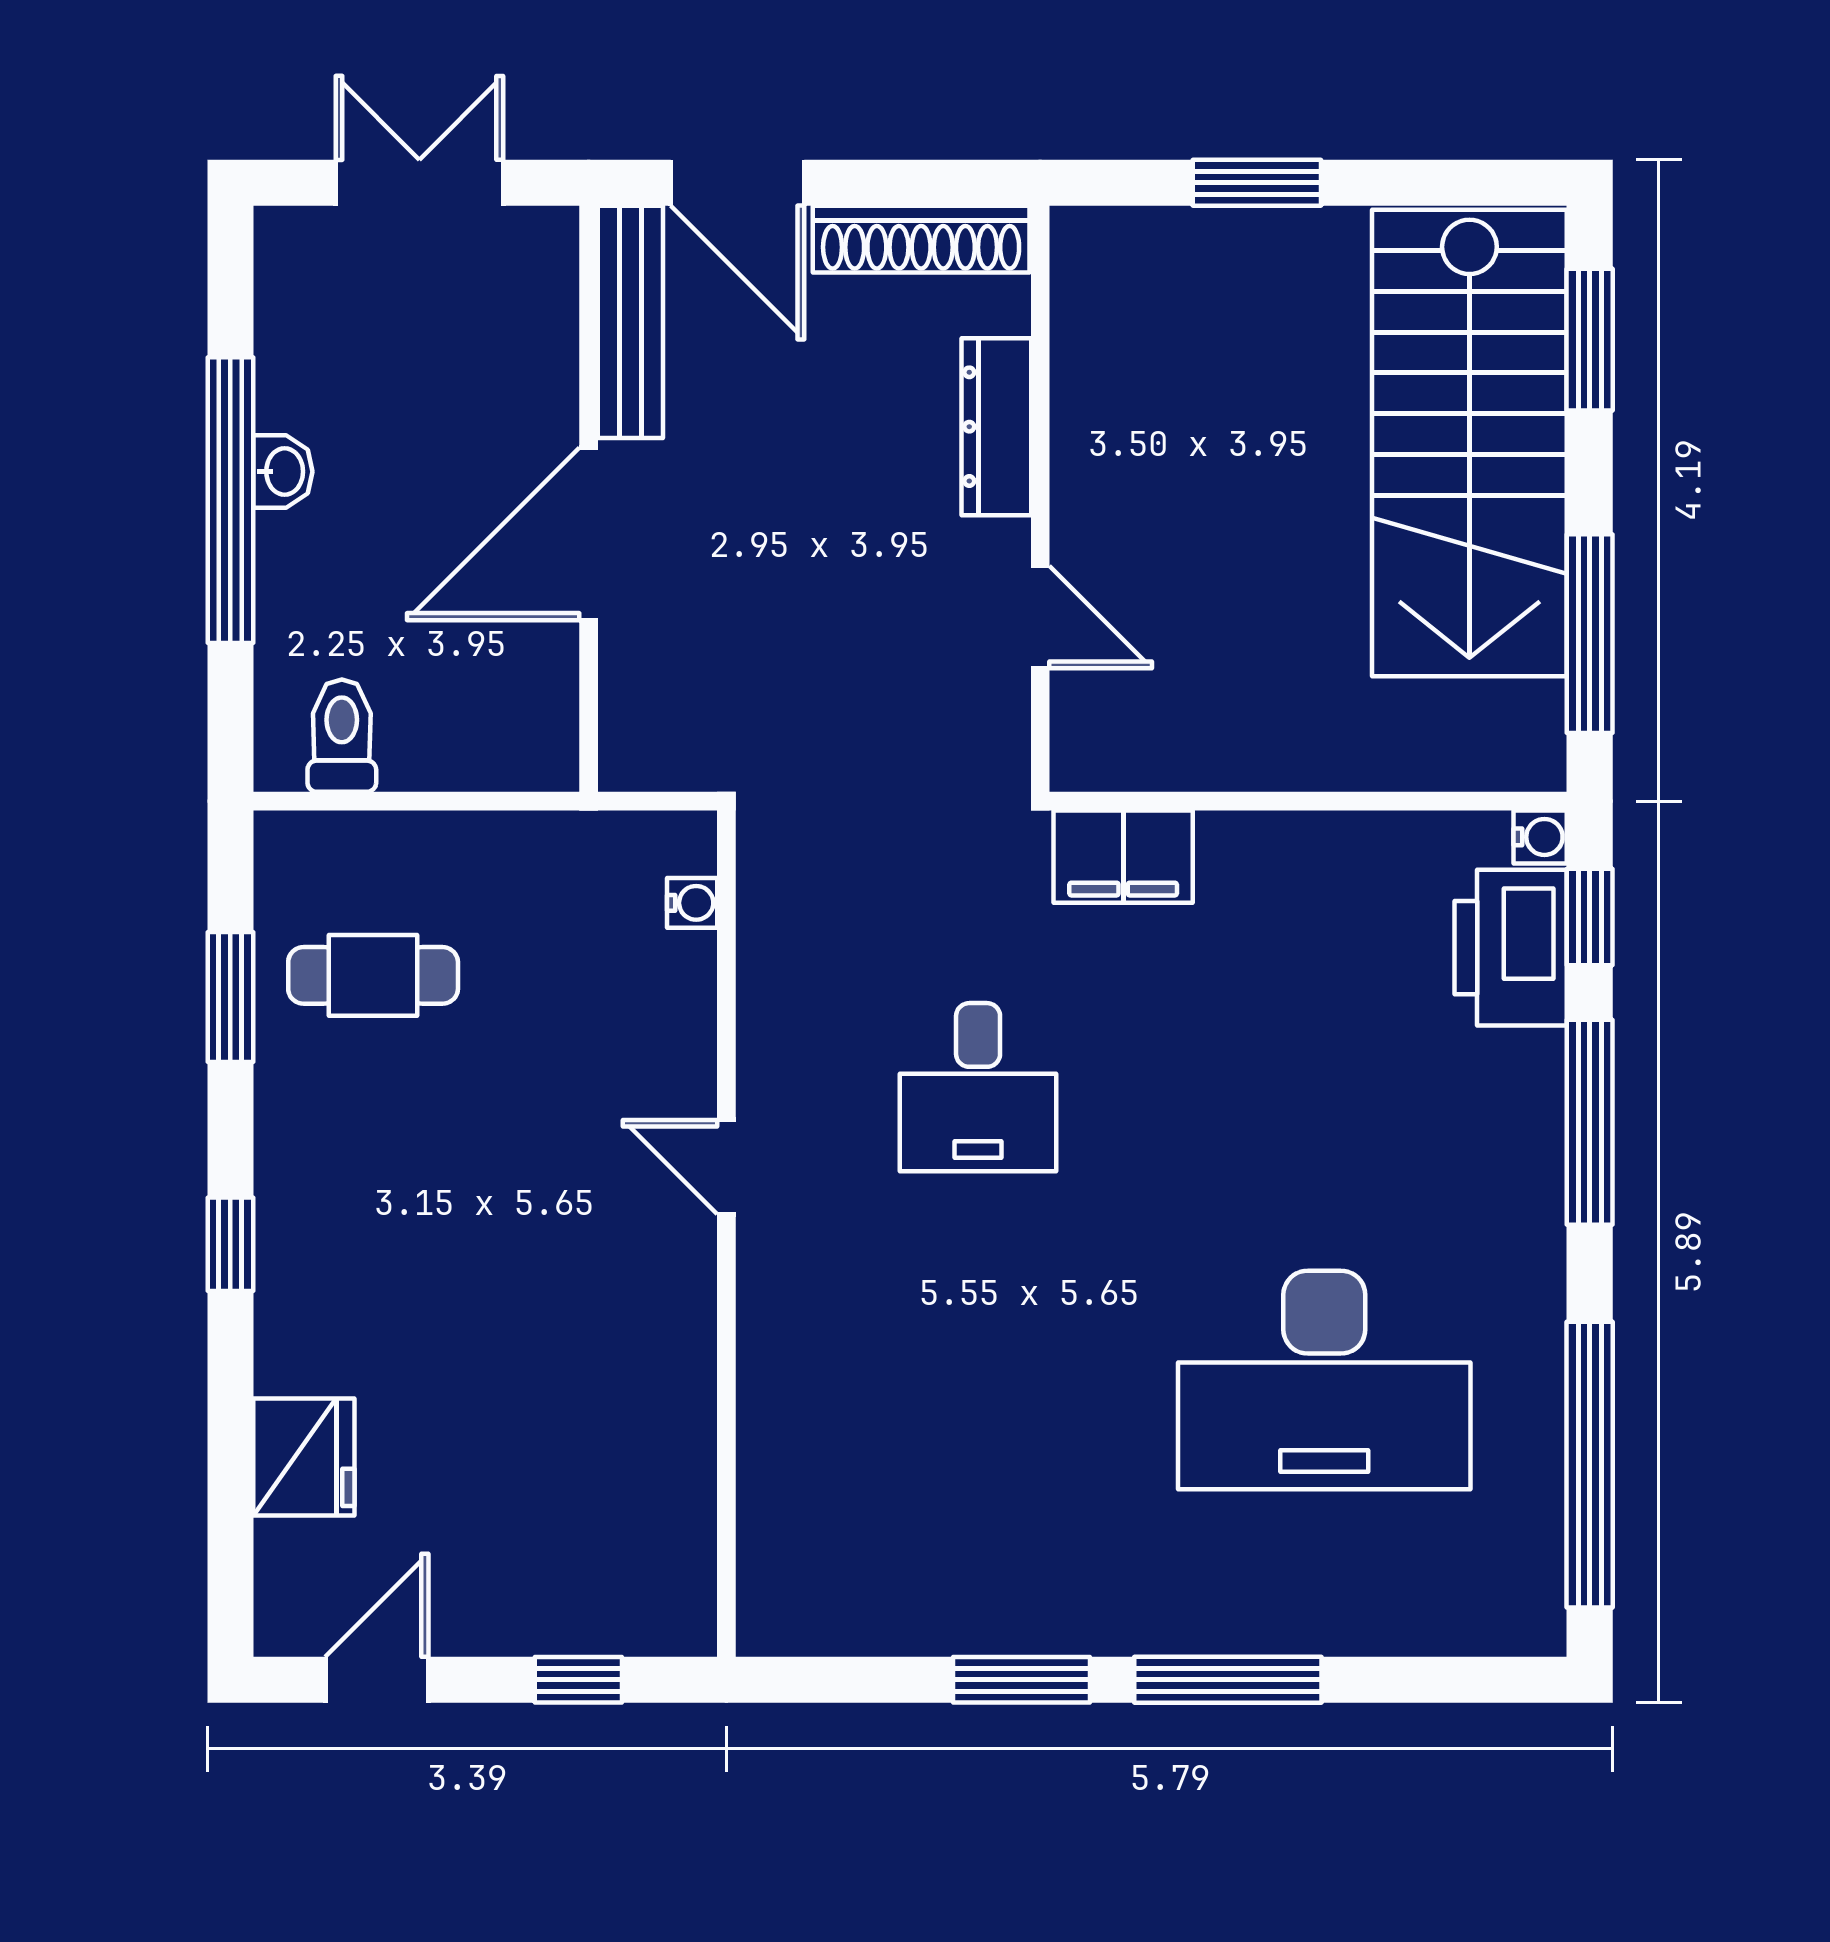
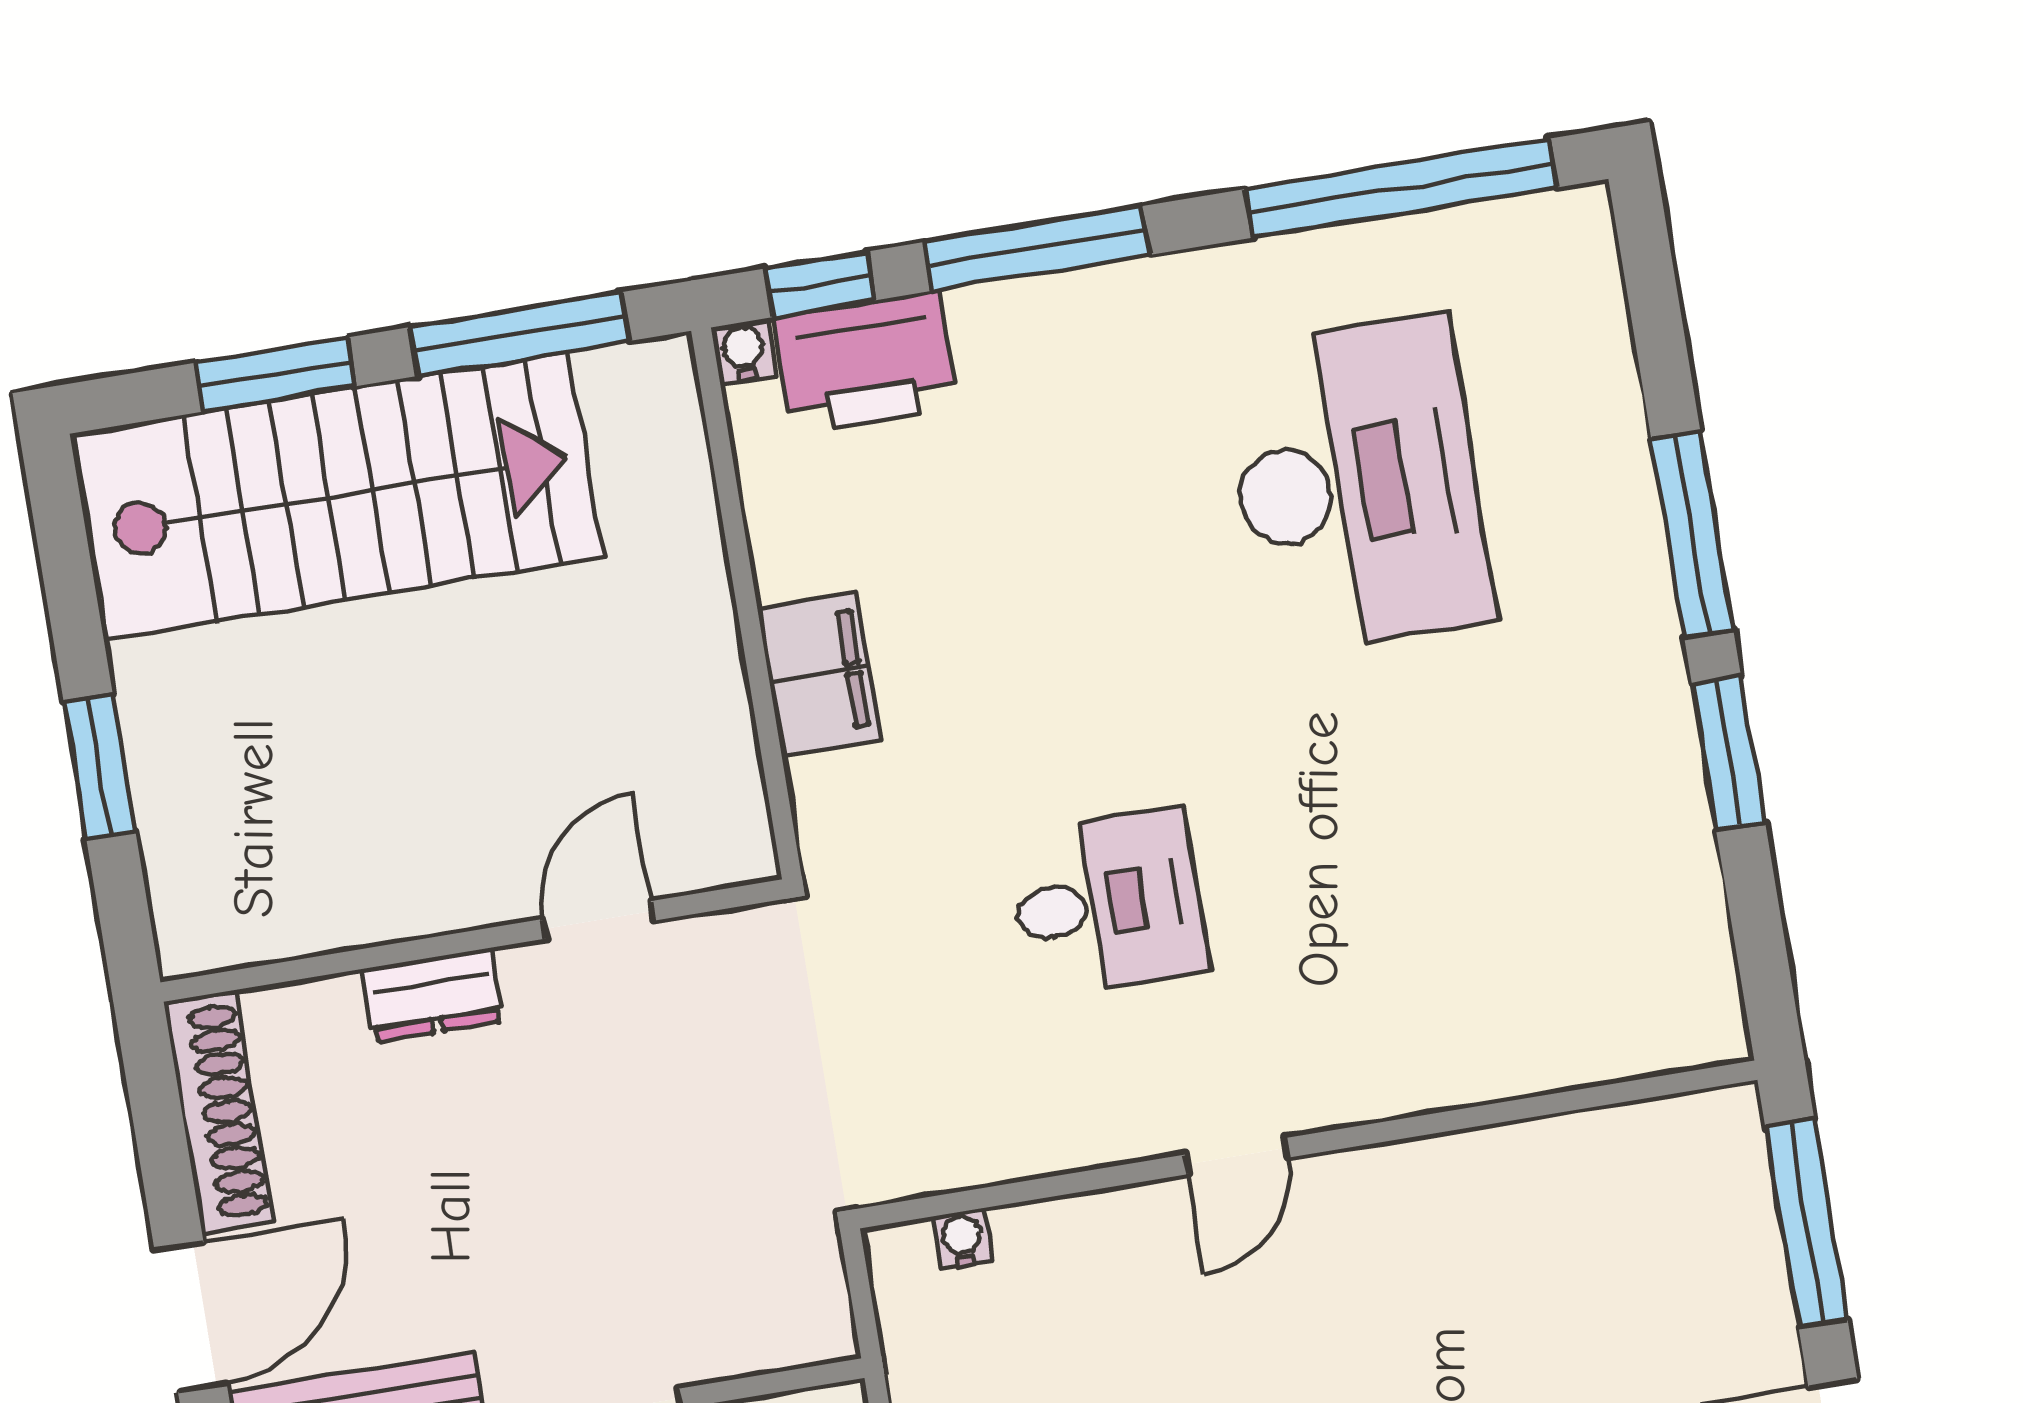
window: (1590, 340) -> (275, 375), moved
dresser: (996, 427) -> (432, 995), width x0.70
filing cabinet: (1123, 857) -> (818, 674), moved
window: (578, 1680) -> (1806, 1223), width x2.17

